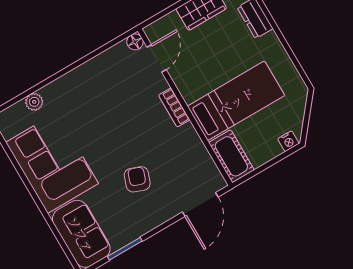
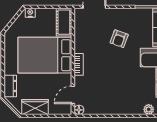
bed: (236, 101) -> (45, 55), width x1.50

